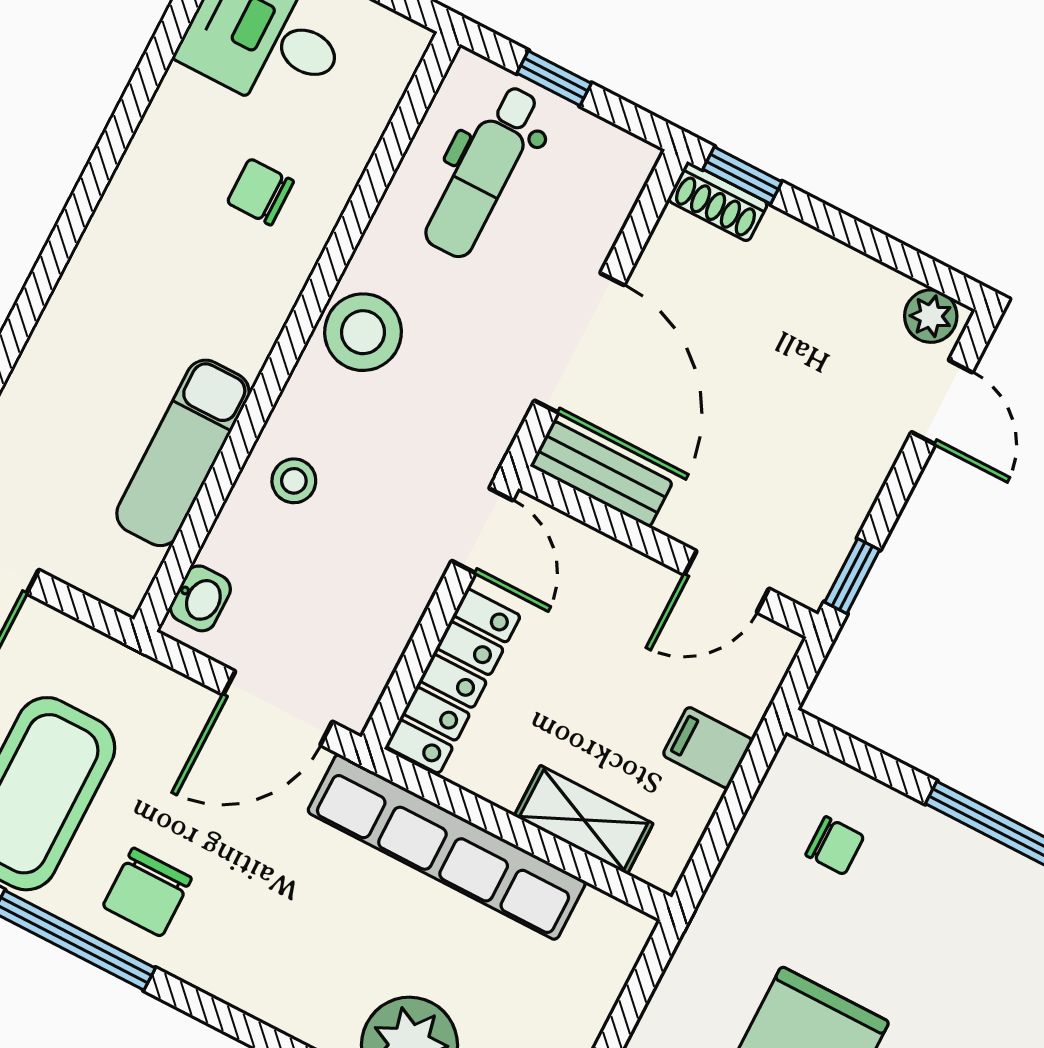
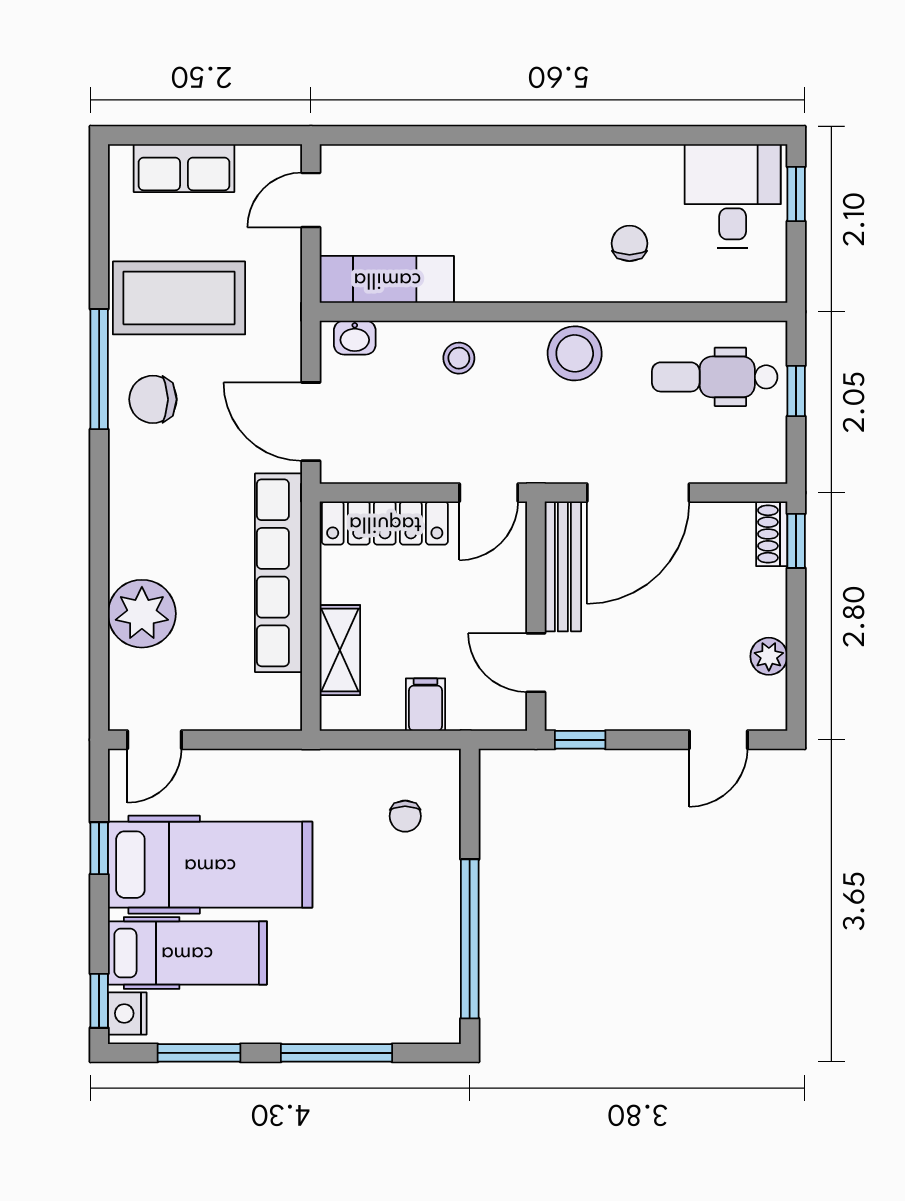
plant: (931, 316) -> (769, 656), moved
exam couch: (183, 453) -> (387, 279), moved
bench: (601, 474) -> (563, 566), width x1.36

